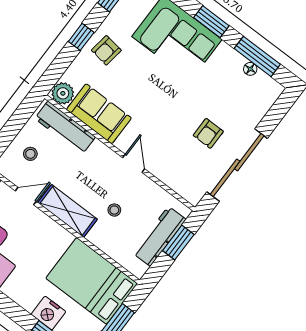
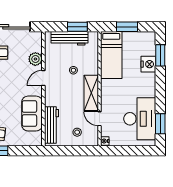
plant: (63, 93) -> (35, 59), moved
window: (178, 243) -> (77, 27), moved
bed: (92, 281) -> (111, 55), width x0.67

